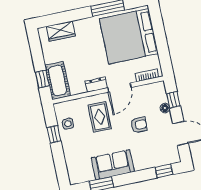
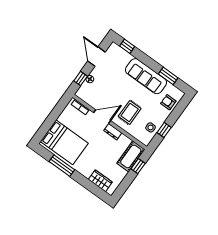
bed: (129, 36) -> (64, 142), width x0.73
armchair: (139, 125) -> (168, 102), moved
sofa: (113, 165) -> (146, 76), width x1.36

